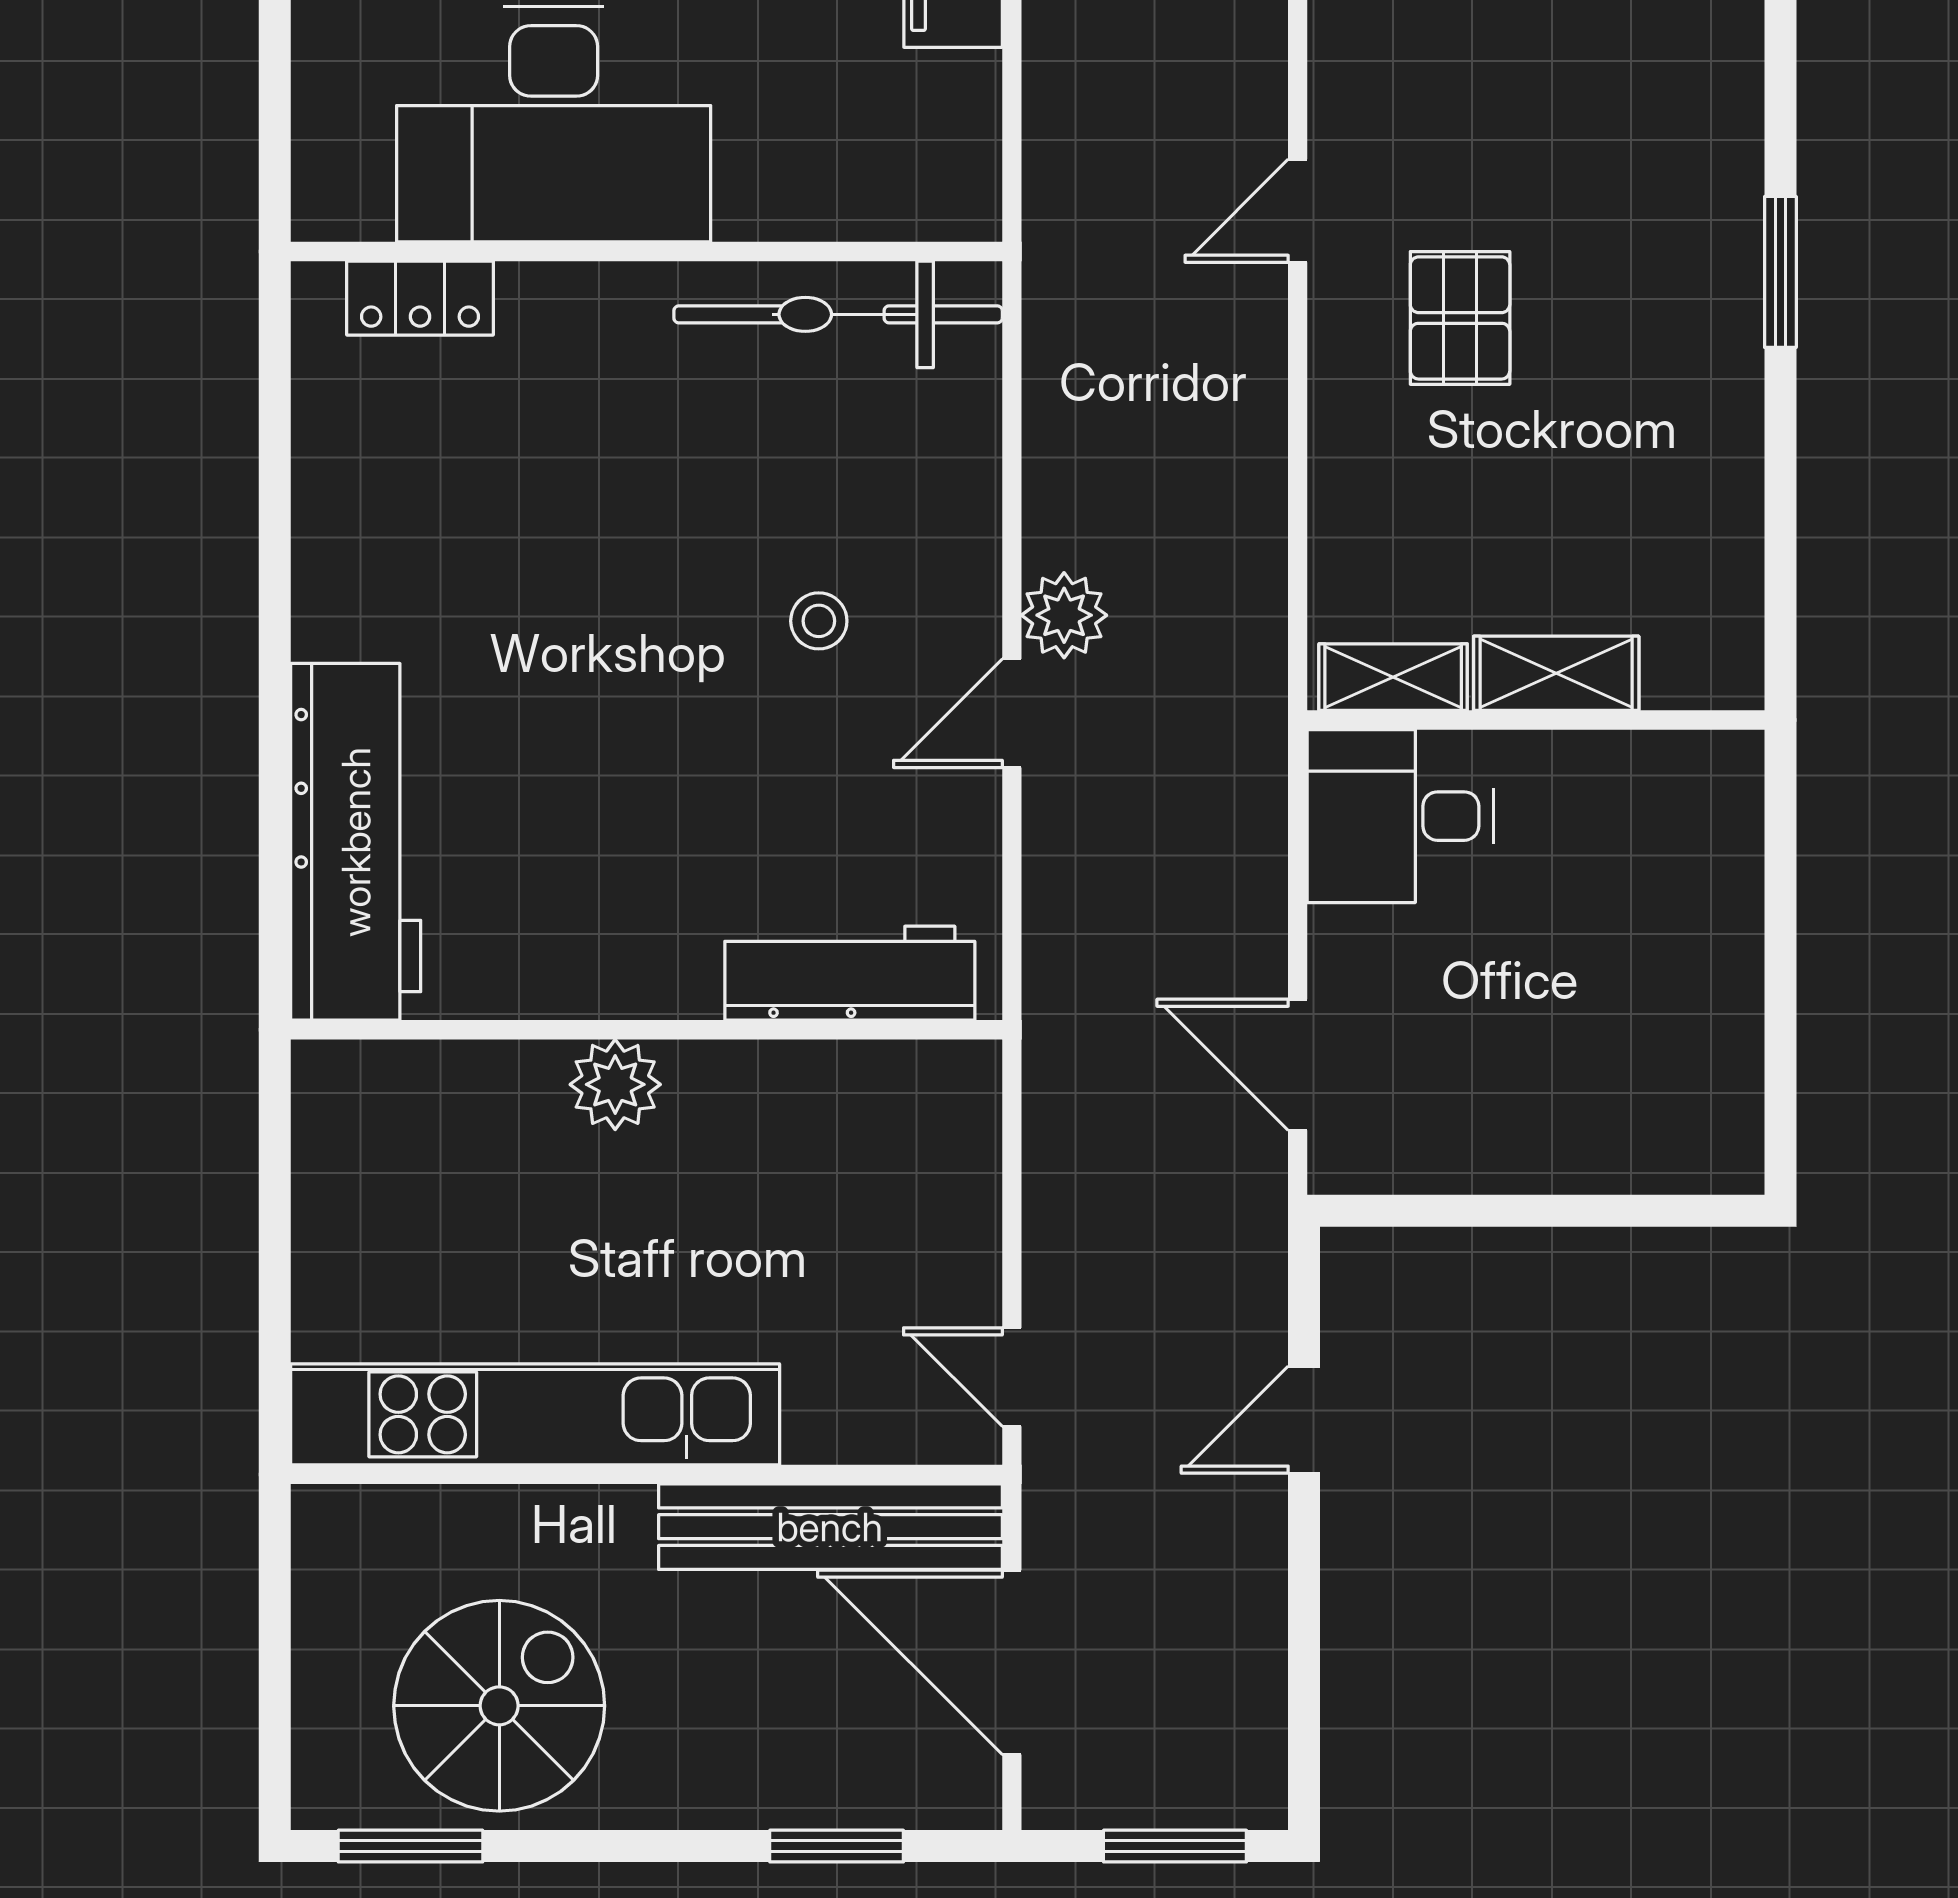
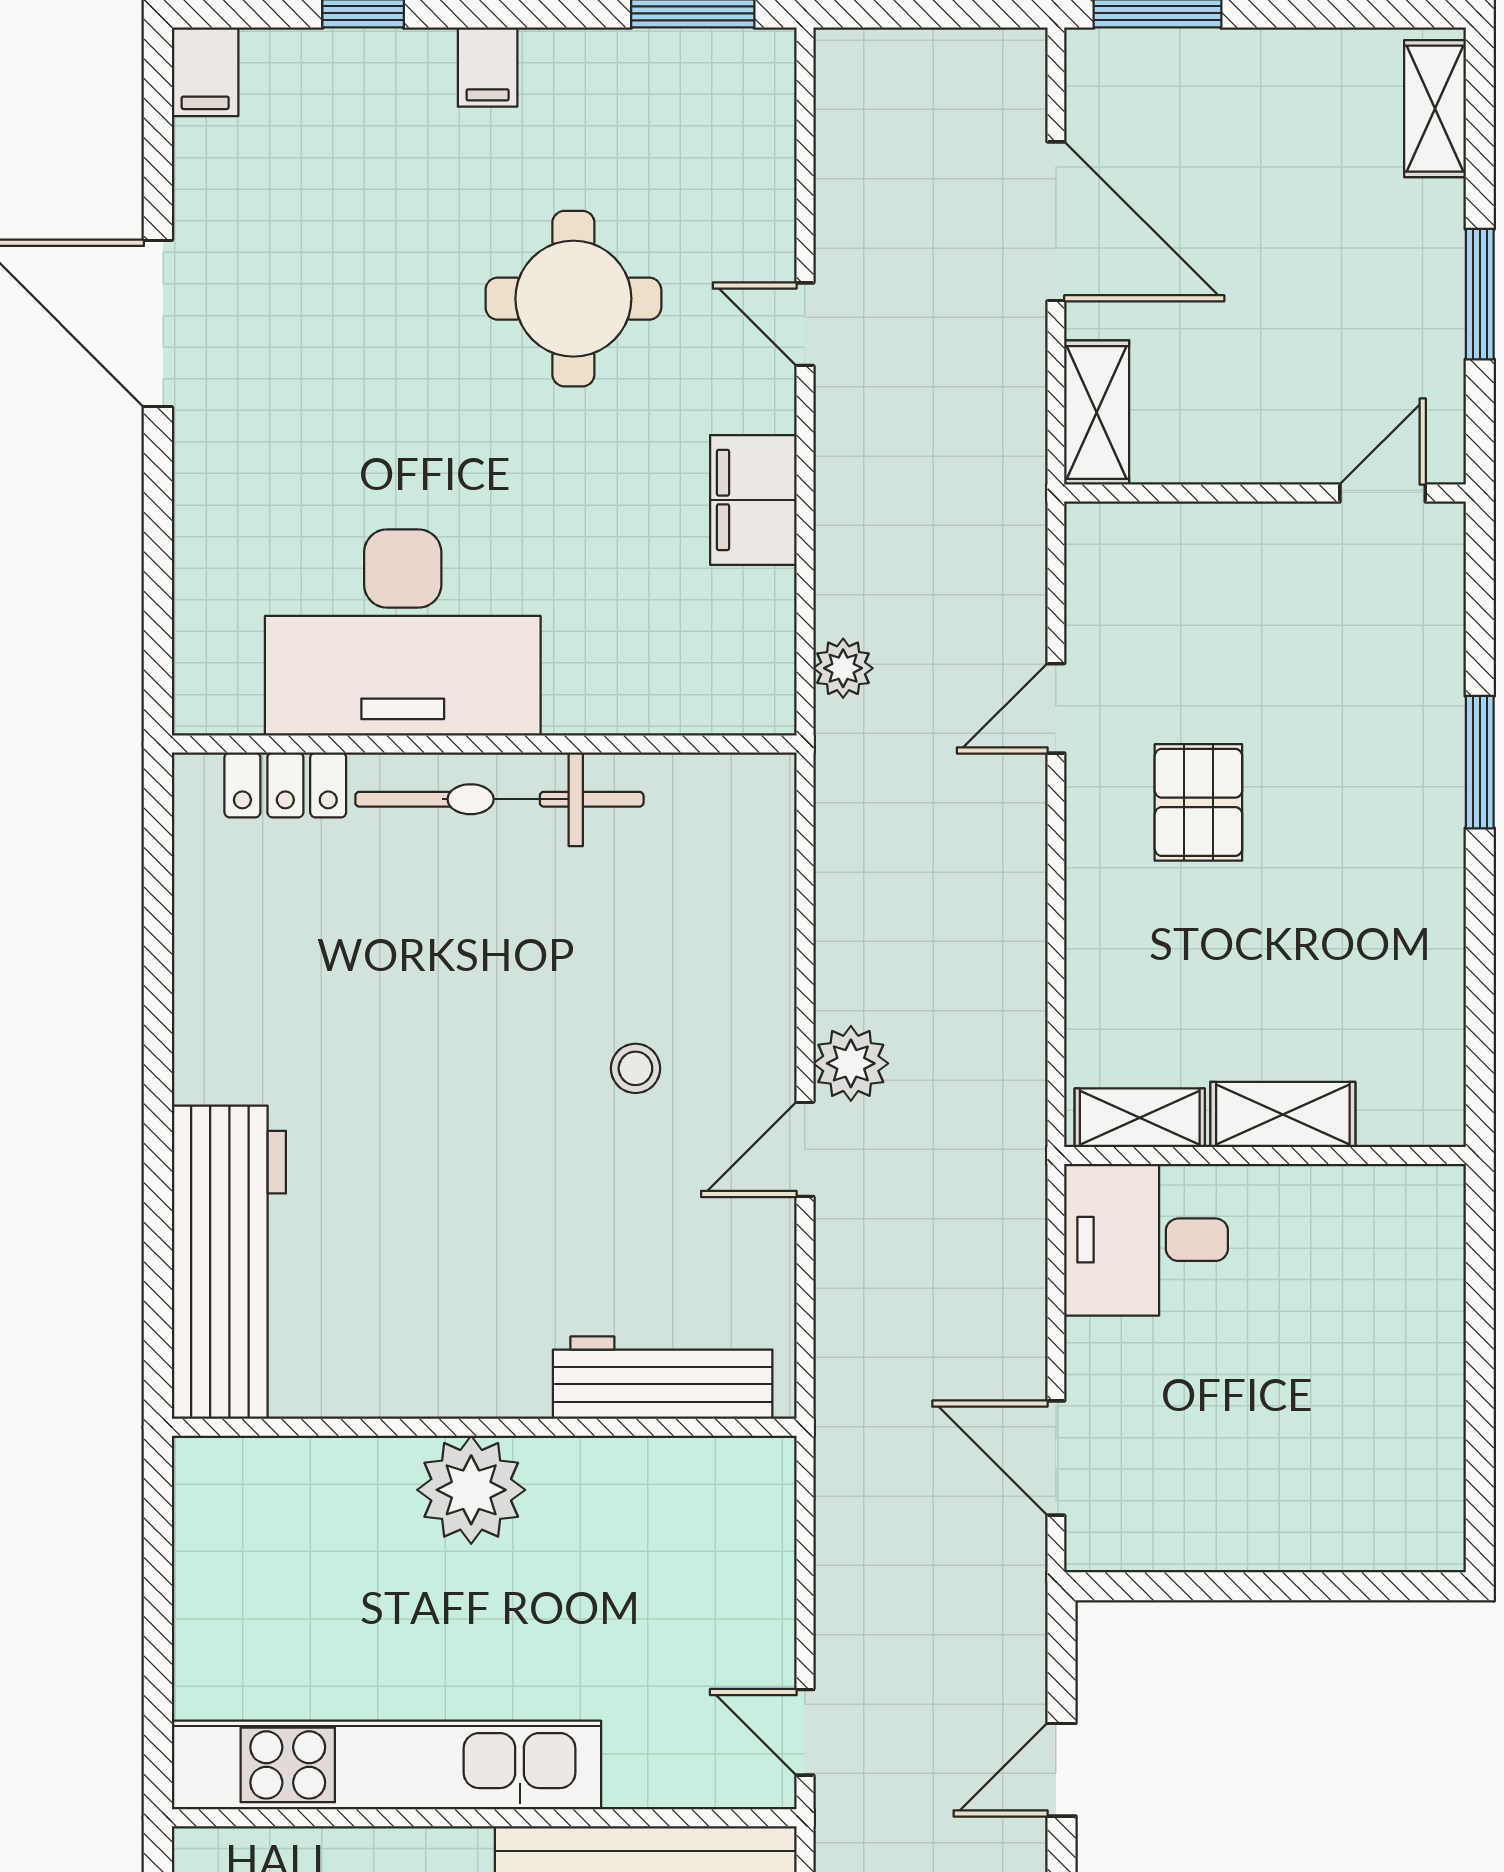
plant: (1055, 165) -> (843, 668), added
bicycle: (838, 314) -> (499, 799), moved
plant: (615, 1084) -> (471, 1490), width x1.36, depth x1.36

